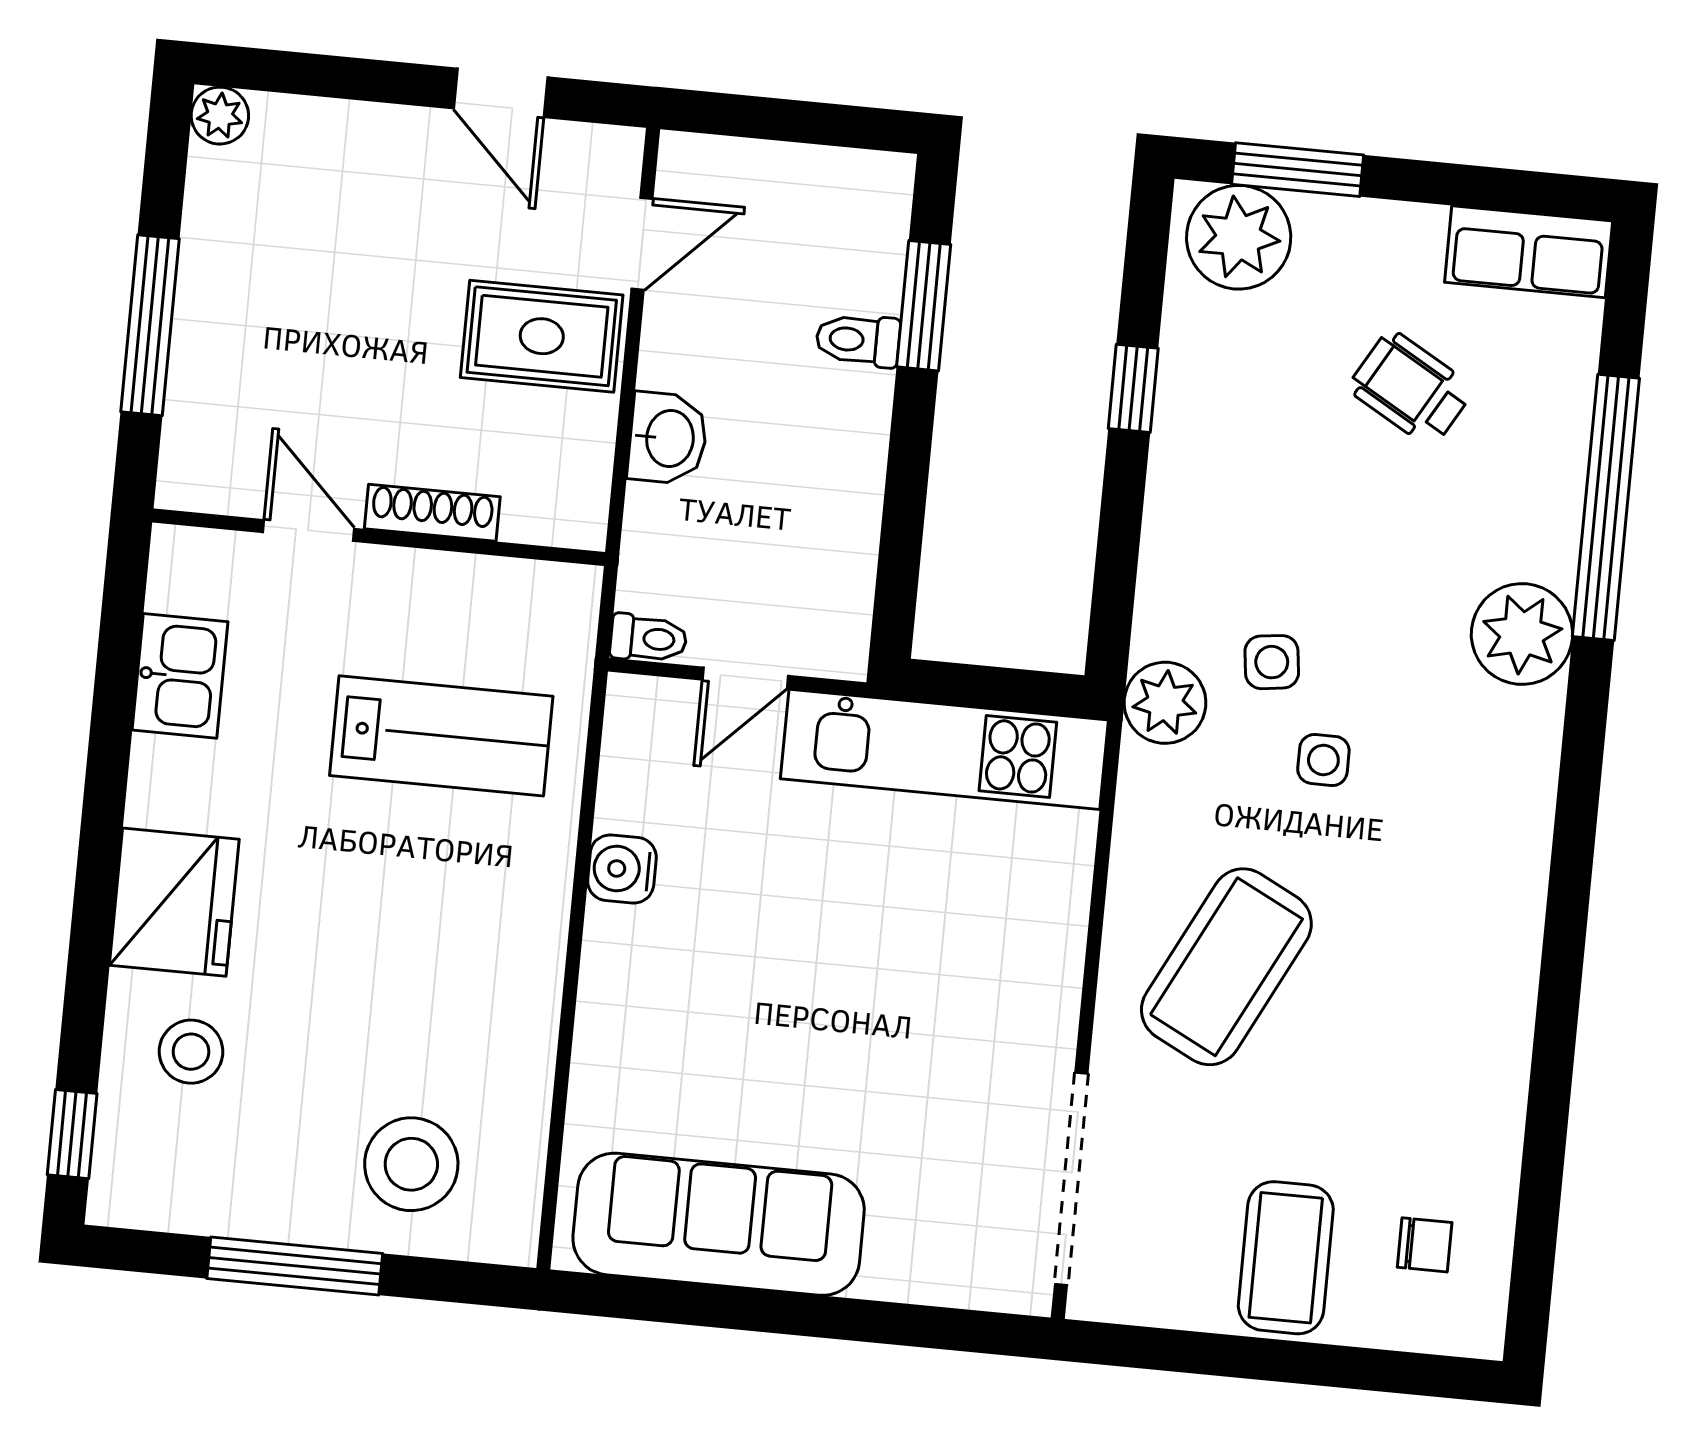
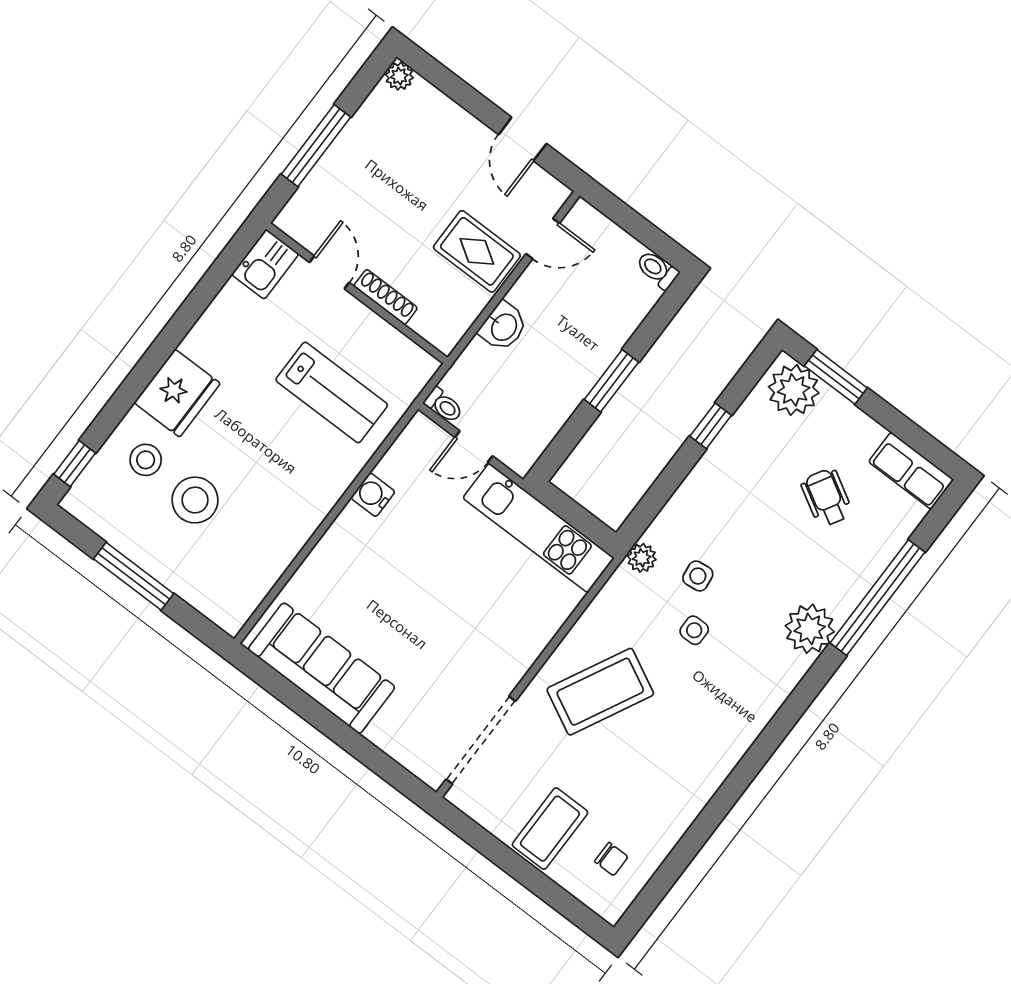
window: (924, 306) -> (611, 381), moved
toilet: (858, 340) -> (657, 270), moved
kitchen sink: (180, 676) -> (265, 264), moved
plant: (1165, 703) -> (642, 558), width x0.73, depth x0.73
stool: (411, 1164) -> (195, 500), moved

